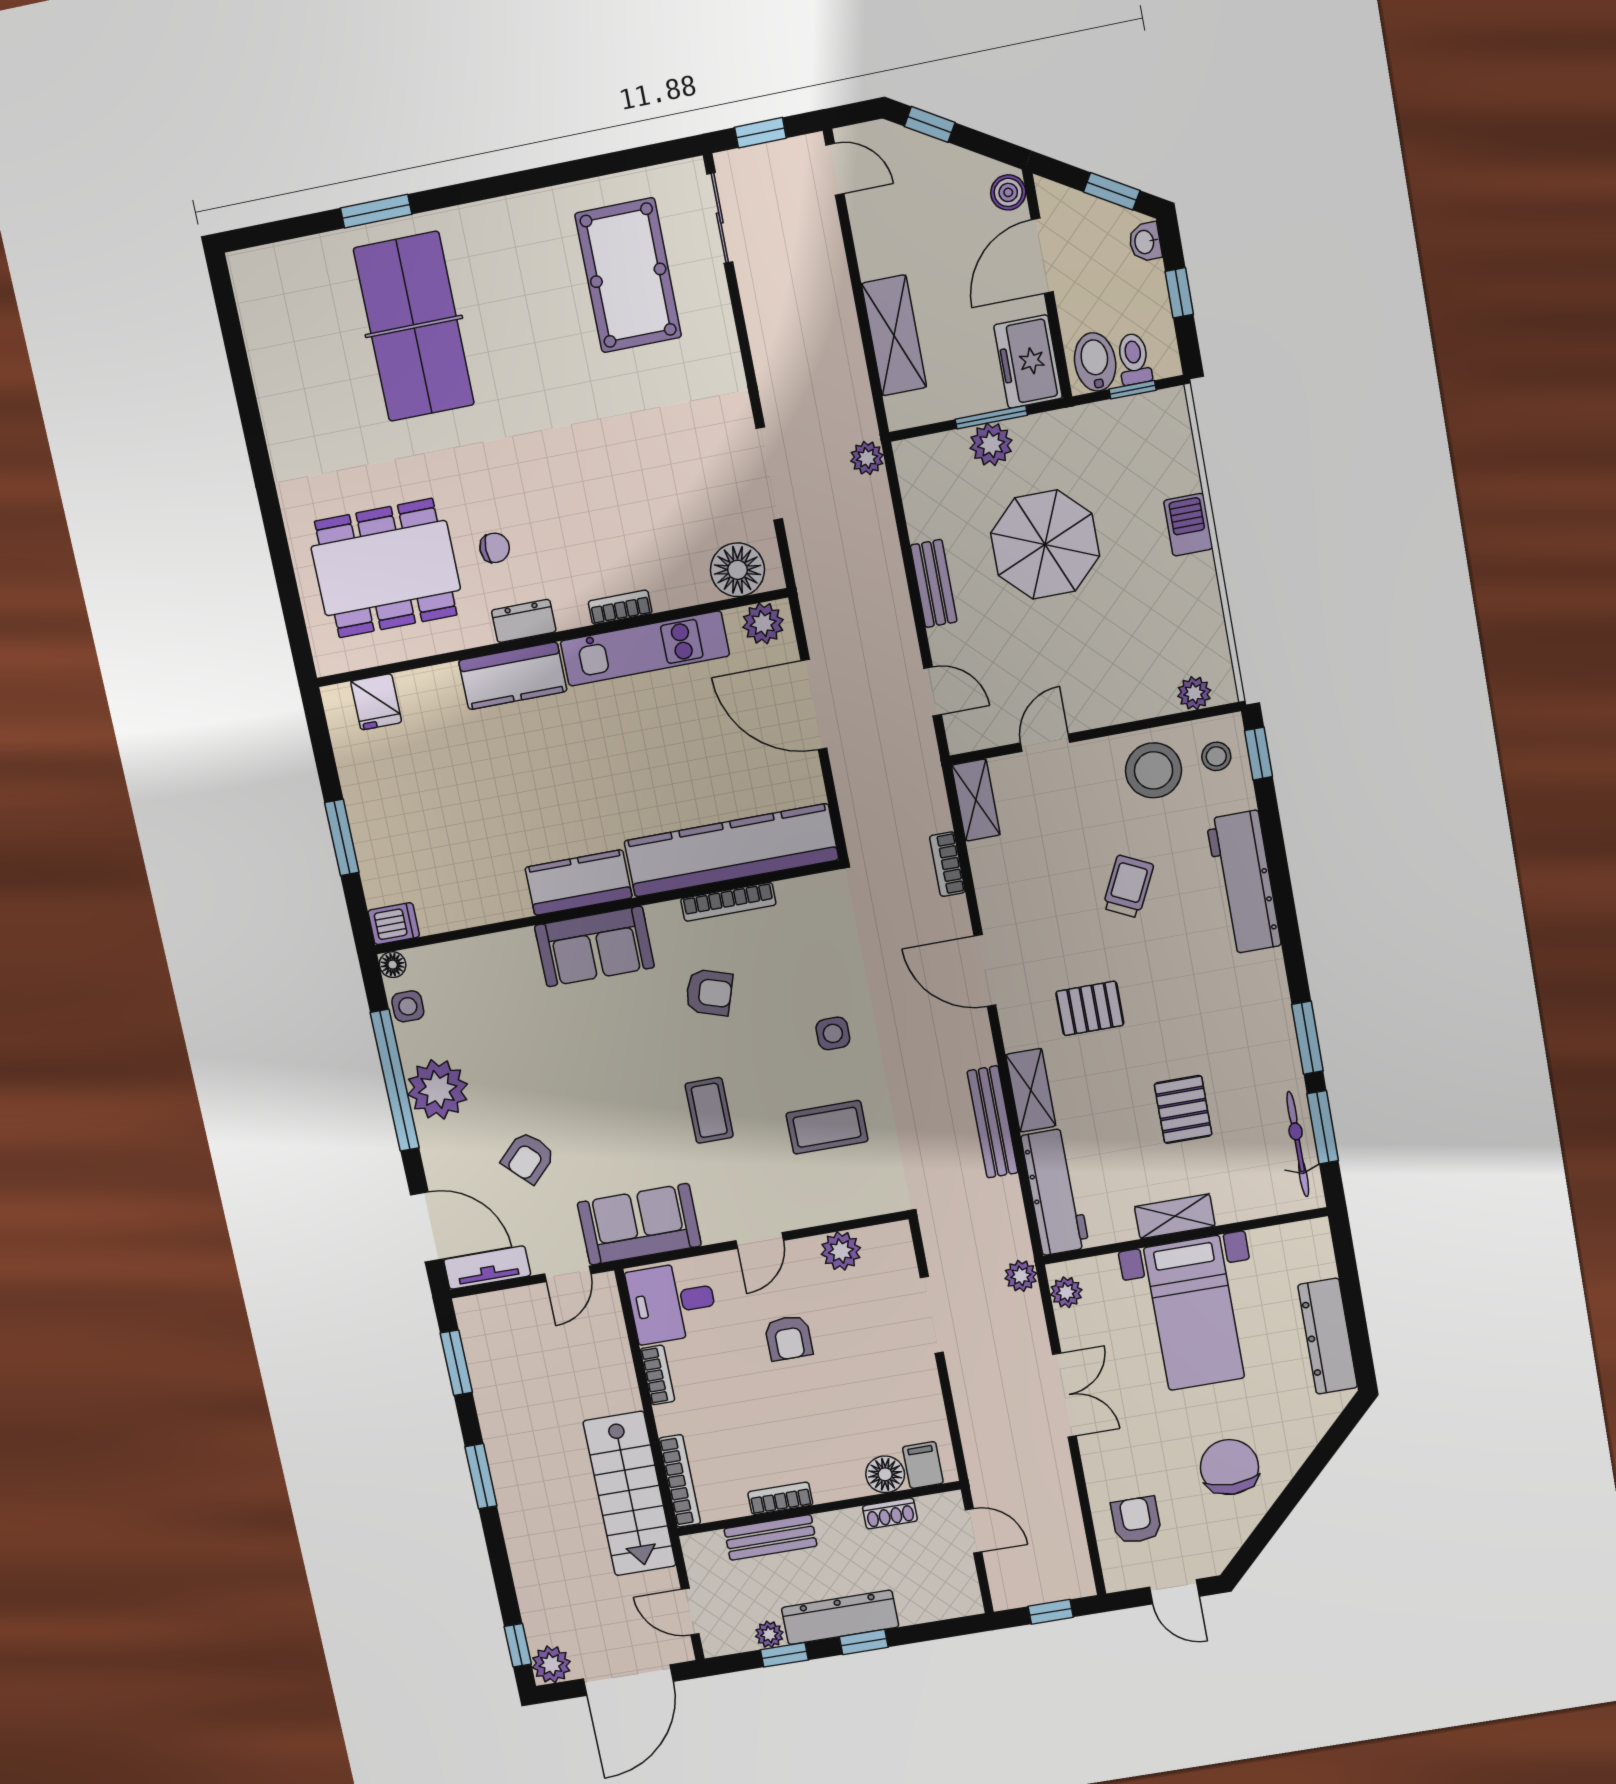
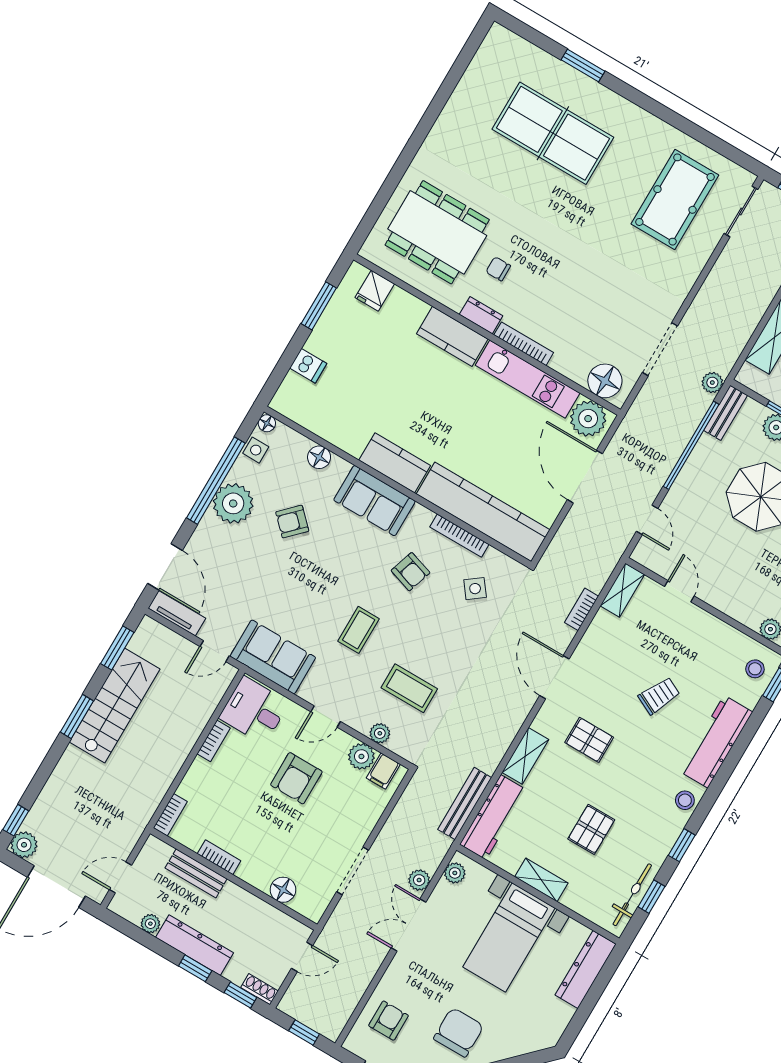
table tennis table: (414, 326) -> (553, 133), turned 90
chair: (495, 548) -> (498, 269), turned 180
window: (907, 556) -> (691, 445), added
bench: (934, 583) -> (725, 413), moved
bookcase: (620, 607) -> (524, 344), width x1.56
plant: (763, 623) -> (588, 419), width x1.36, depth x1.36
door: (1045, 743) -> (679, 591), hinge flipped
stool: (1154, 770) -> (685, 800), moved, width x0.53, depth x0.53
window: (342, 837) -> (319, 306), moved
dishwasher: (394, 924) -> (308, 366), moved
floor lamp: (487, 952) -> (319, 457), added
side table: (833, 1033) -> (475, 589), moved, turned -37
window: (1307, 1038) -> (682, 845), width x0.67
bench: (993, 1122) -> (465, 804), moved
window: (1323, 1127) -> (651, 897), width x0.67
armchair: (528, 1157) -> (292, 522), moved
plant: (839, 1207) -> (380, 733), added
plant: (1021, 1276) -> (419, 880), moved
doorway: (932, 1315) -> (353, 871), moved
dresser: (1328, 1336) -> (586, 970), moved
armchair: (789, 1338) -> (296, 778), width x1.38, depth x1.38
double door: (1064, 1395) -> (408, 925), swing flipped
filing cabinet: (923, 1465) -> (383, 771), moved, turned 180
bookcase: (680, 1481) -> (170, 815), width x0.64
stairs: (630, 1494) -> (115, 706), moved, turned 180
shoe rack: (890, 1513) -> (259, 989), moved, turned 180
door: (973, 1531) -> (302, 957), hinge flipped
door: (690, 1612) -> (121, 877), hinge flipped
window: (784, 1655) -> (240, 995), moved

